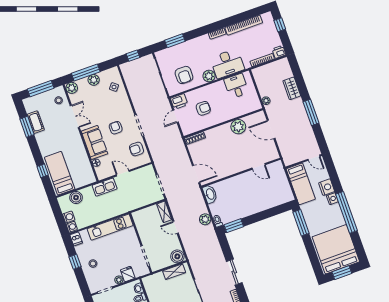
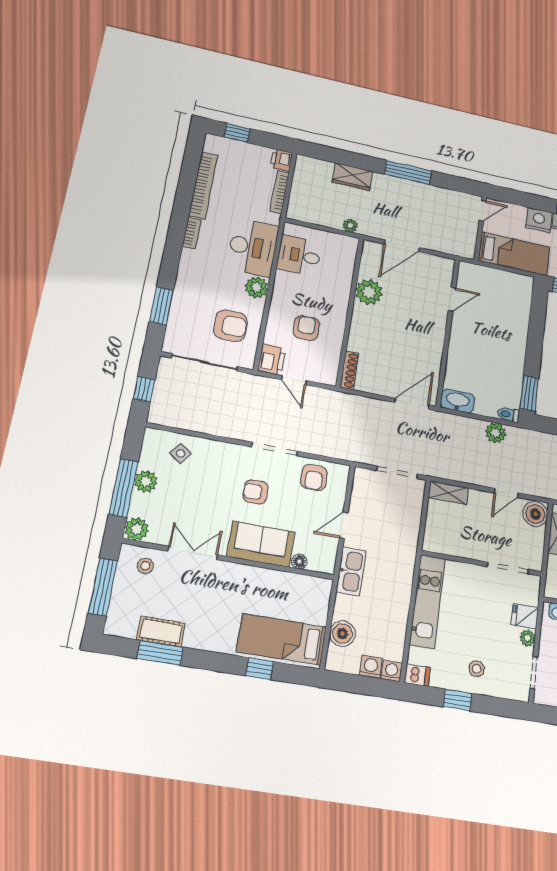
door: (176, 227) -> (506, 493), moved

